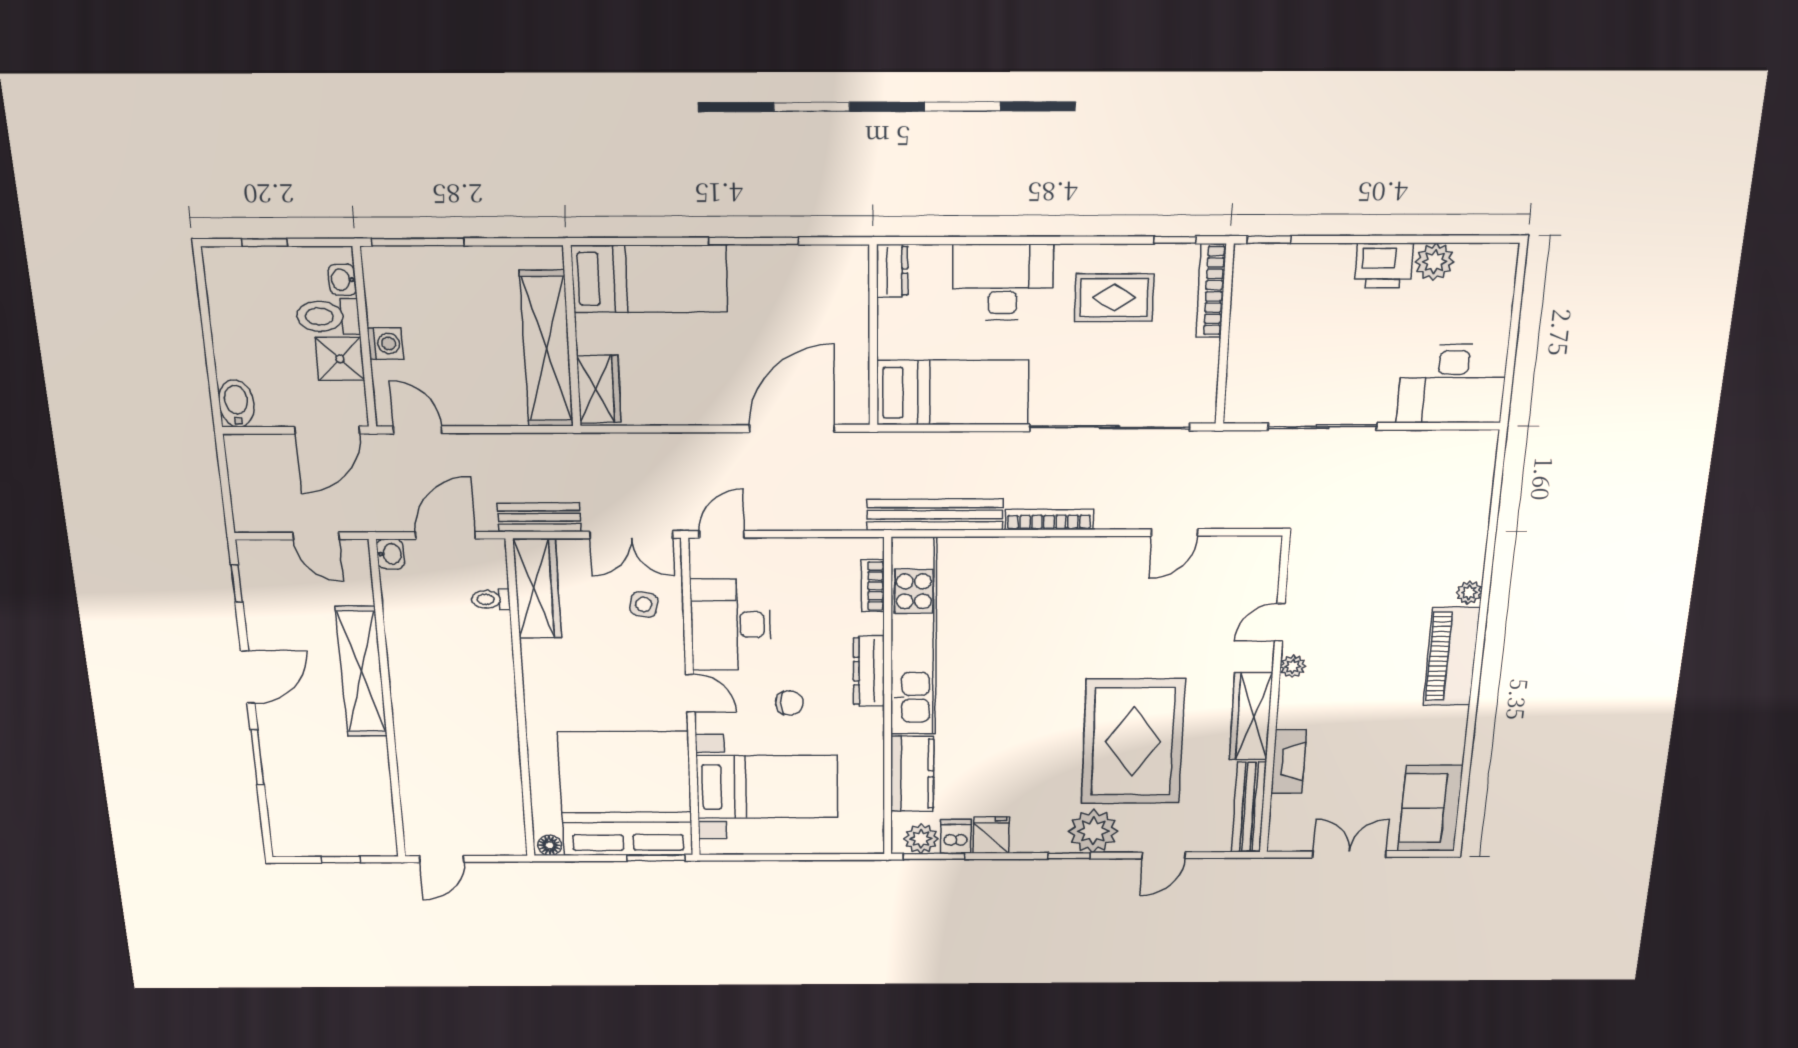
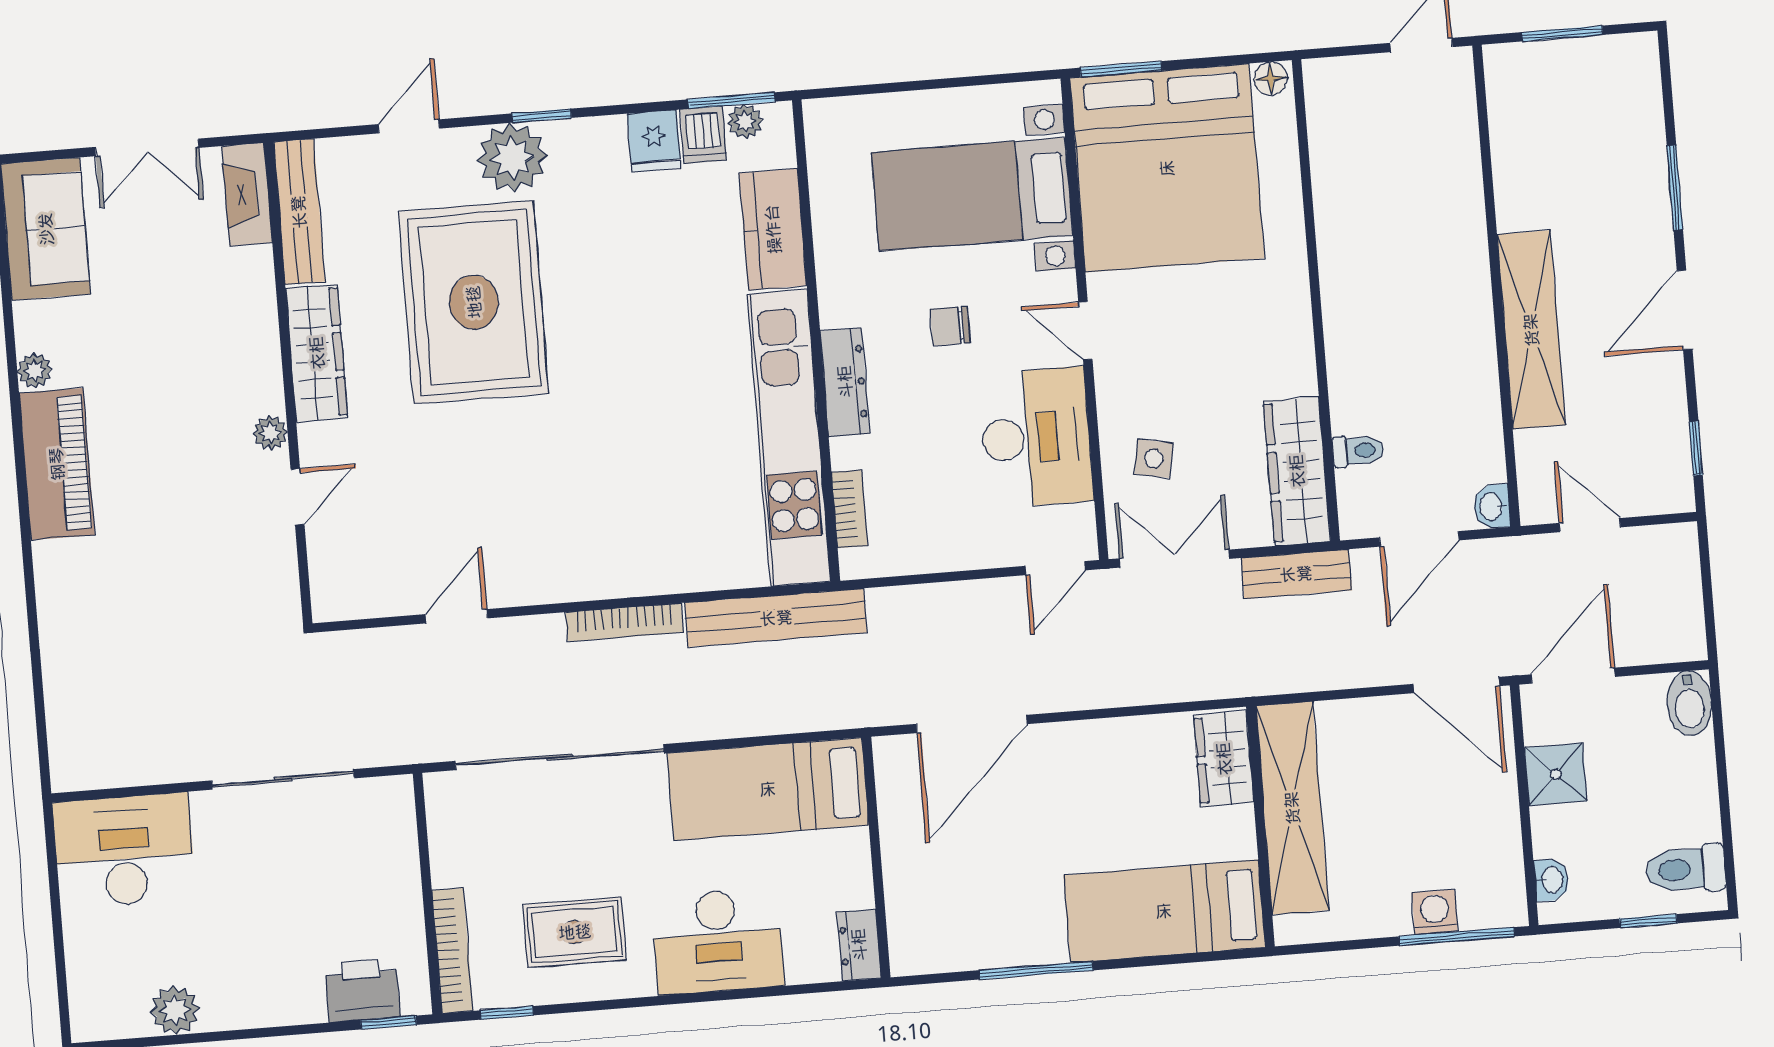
printer: (1384, 266) -> (363, 990), moved
toilet: (328, 316) -> (1686, 869), moved, turned 180
washing machine: (385, 344) -> (1435, 912), moved, turned 90
door: (418, 430) -> (1456, 685), width x1.38
plant: (1469, 592) -> (35, 371), moved
fireplace: (1289, 762) -> (247, 194), moved
plant: (921, 839) -> (745, 122), width x0.73, depth x0.73
window: (341, 860) -> (1562, 34), width x1.50

